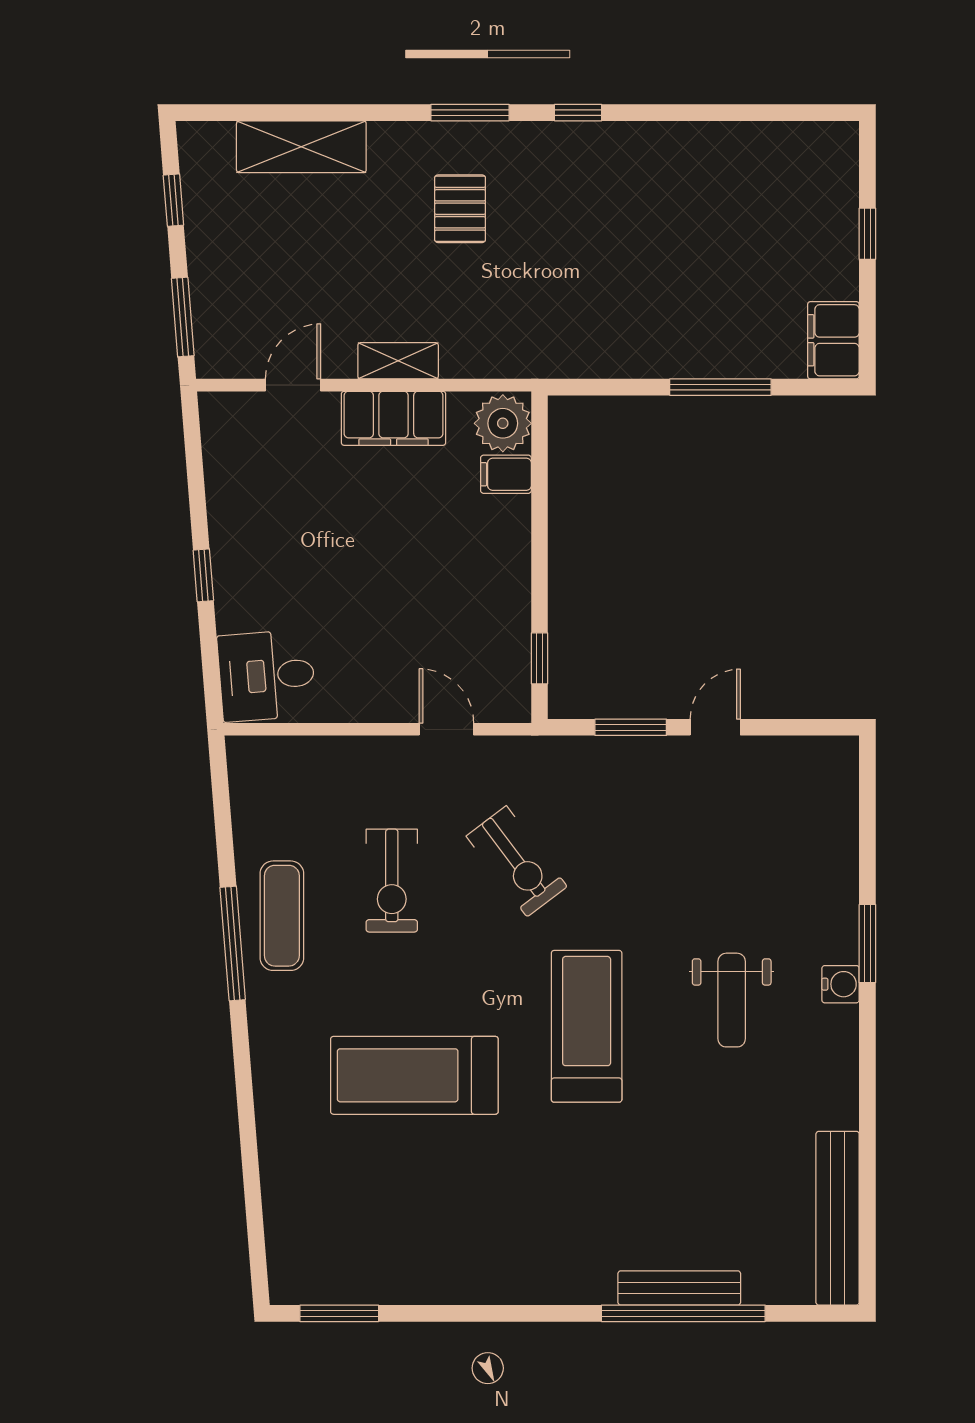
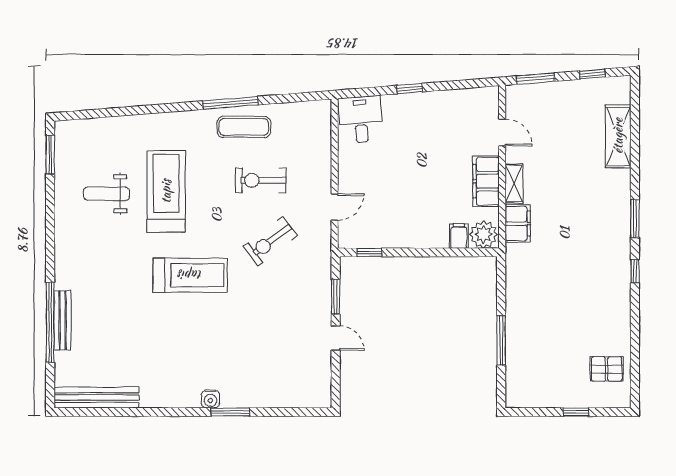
pallet: (460, 209) -> (607, 369), moved
filing cabinet: (833, 340) -> (518, 224), moved, turned 90
weight bench: (732, 1000) -> (107, 194), moved

